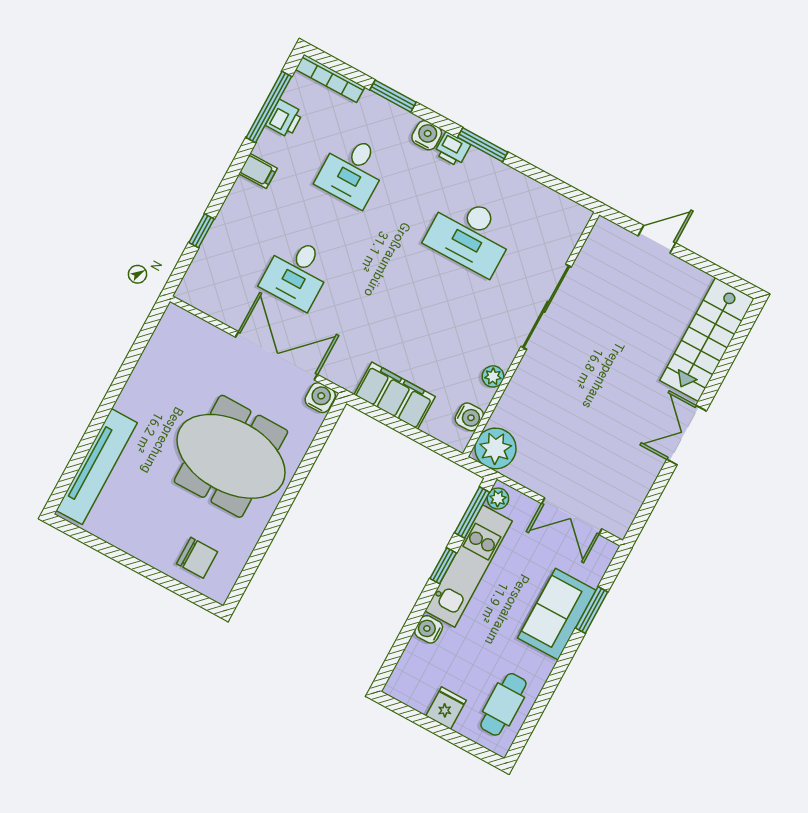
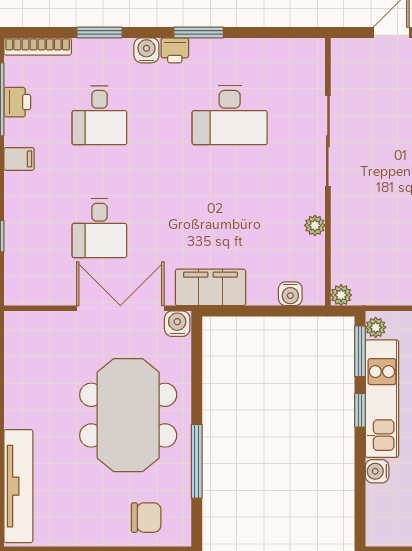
filing cabinet: (395, 396) -> (210, 287), moved
water cooler: (469, 417) -> (290, 294), moved, turned 90
plant: (495, 448) -> (341, 295), width x0.53, depth x0.53
meeting table: (231, 456) -> (128, 415), turned 90
window: (270, 532) -> (197, 461), added

